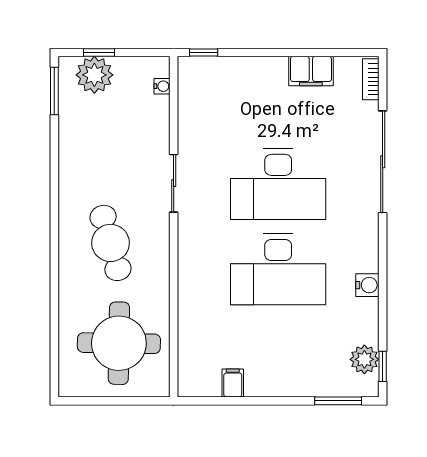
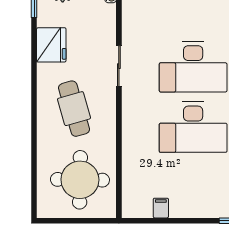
fridge: (79, 153) -> (51, 45), added

